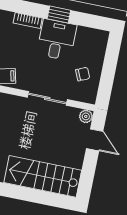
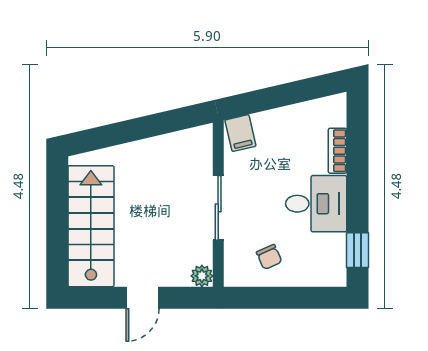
window: (59, 14) -> (357, 250), moved
door: (95, 140) -> (143, 298), moved

